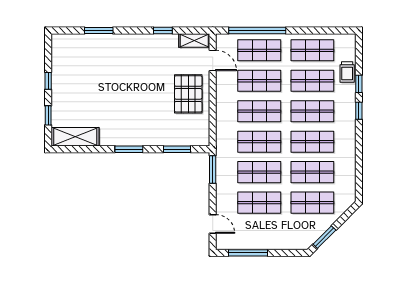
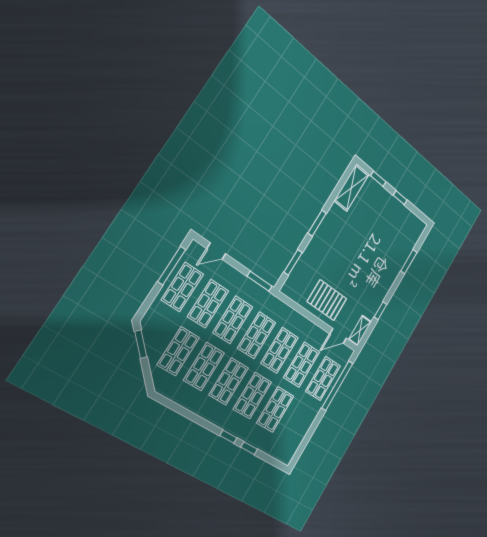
shop shelf: (312, 50) -> (182, 287), moved
trolley: (347, 72) -> (264, 443), removed

